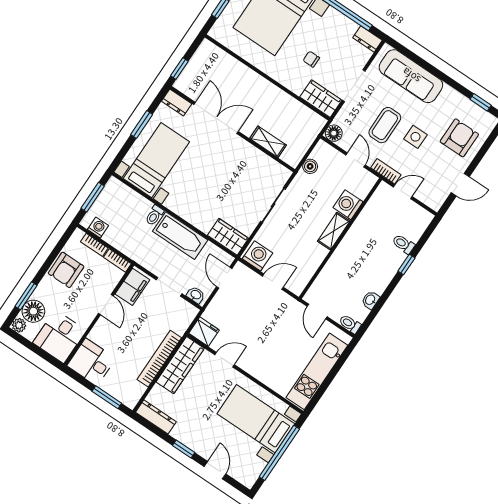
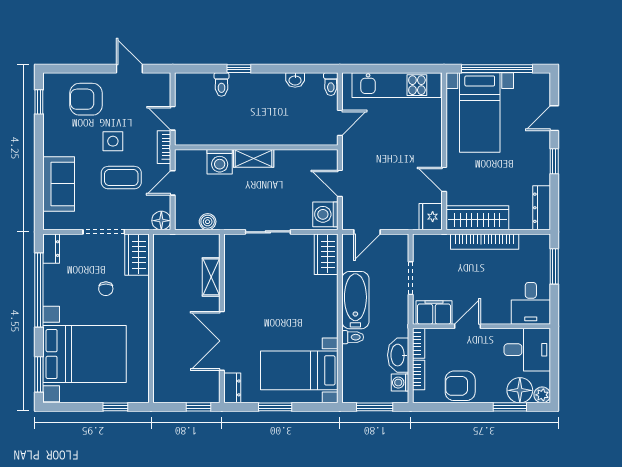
sofa: (411, 76) -> (59, 184), width x0.73
armchair: (66, 270) -> (460, 386), turned 180
washbasin: (196, 295) -> (398, 355), moved, width x1.91, depth x1.45

